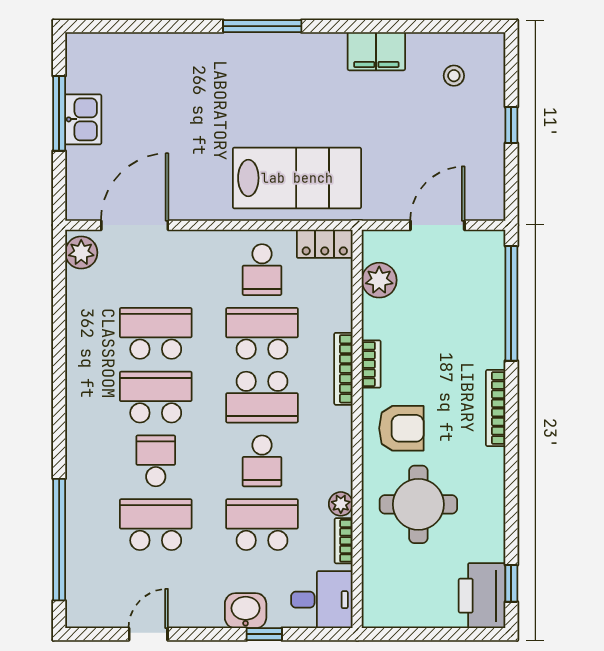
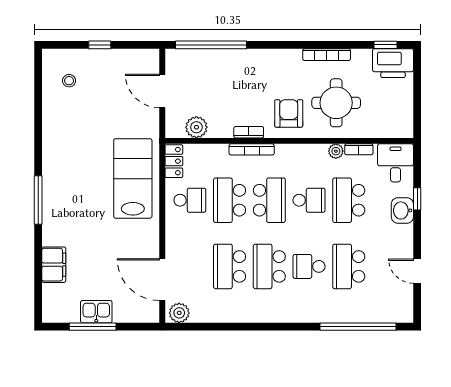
filing cabinet: (376, 51) -> (54, 265), moved
bookcase: (496, 408) -> (327, 55), moved

